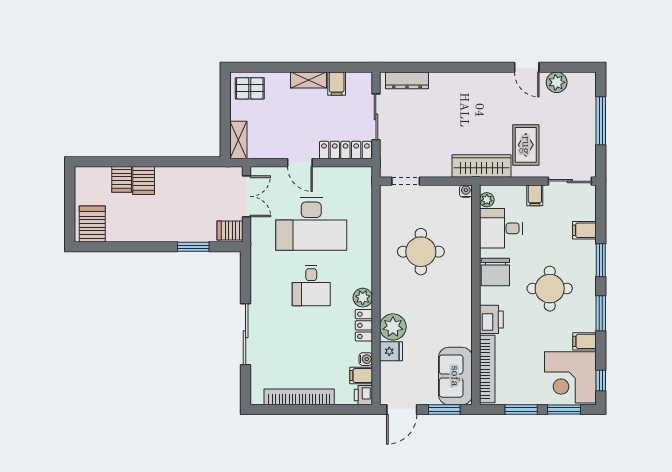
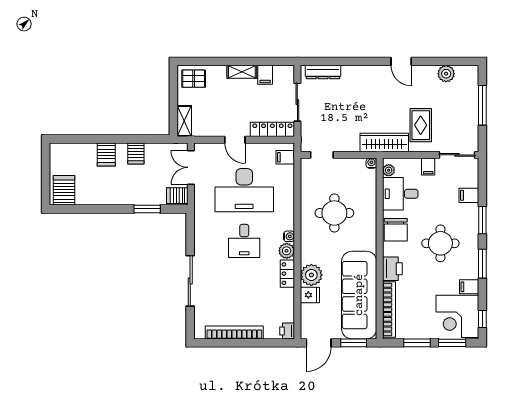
door: (527, 67) -> (401, 61), moved
server rack: (122, 179) -> (136, 153), moved
double door: (246, 196) -> (191, 167), swing flipped
water cooler: (366, 359) -> (289, 236), moved
filing cabinet: (361, 375) -> (285, 157), moved
sofa: (455, 376) -> (359, 295), width x1.85, depth x1.27

